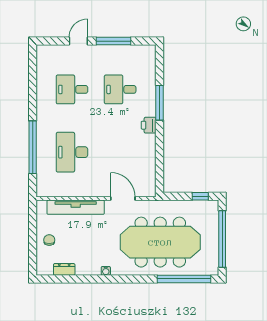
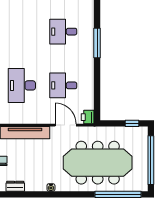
desk: (72, 89) -> (63, 85), moved
printer: (149, 125) -> (88, 117), moved

